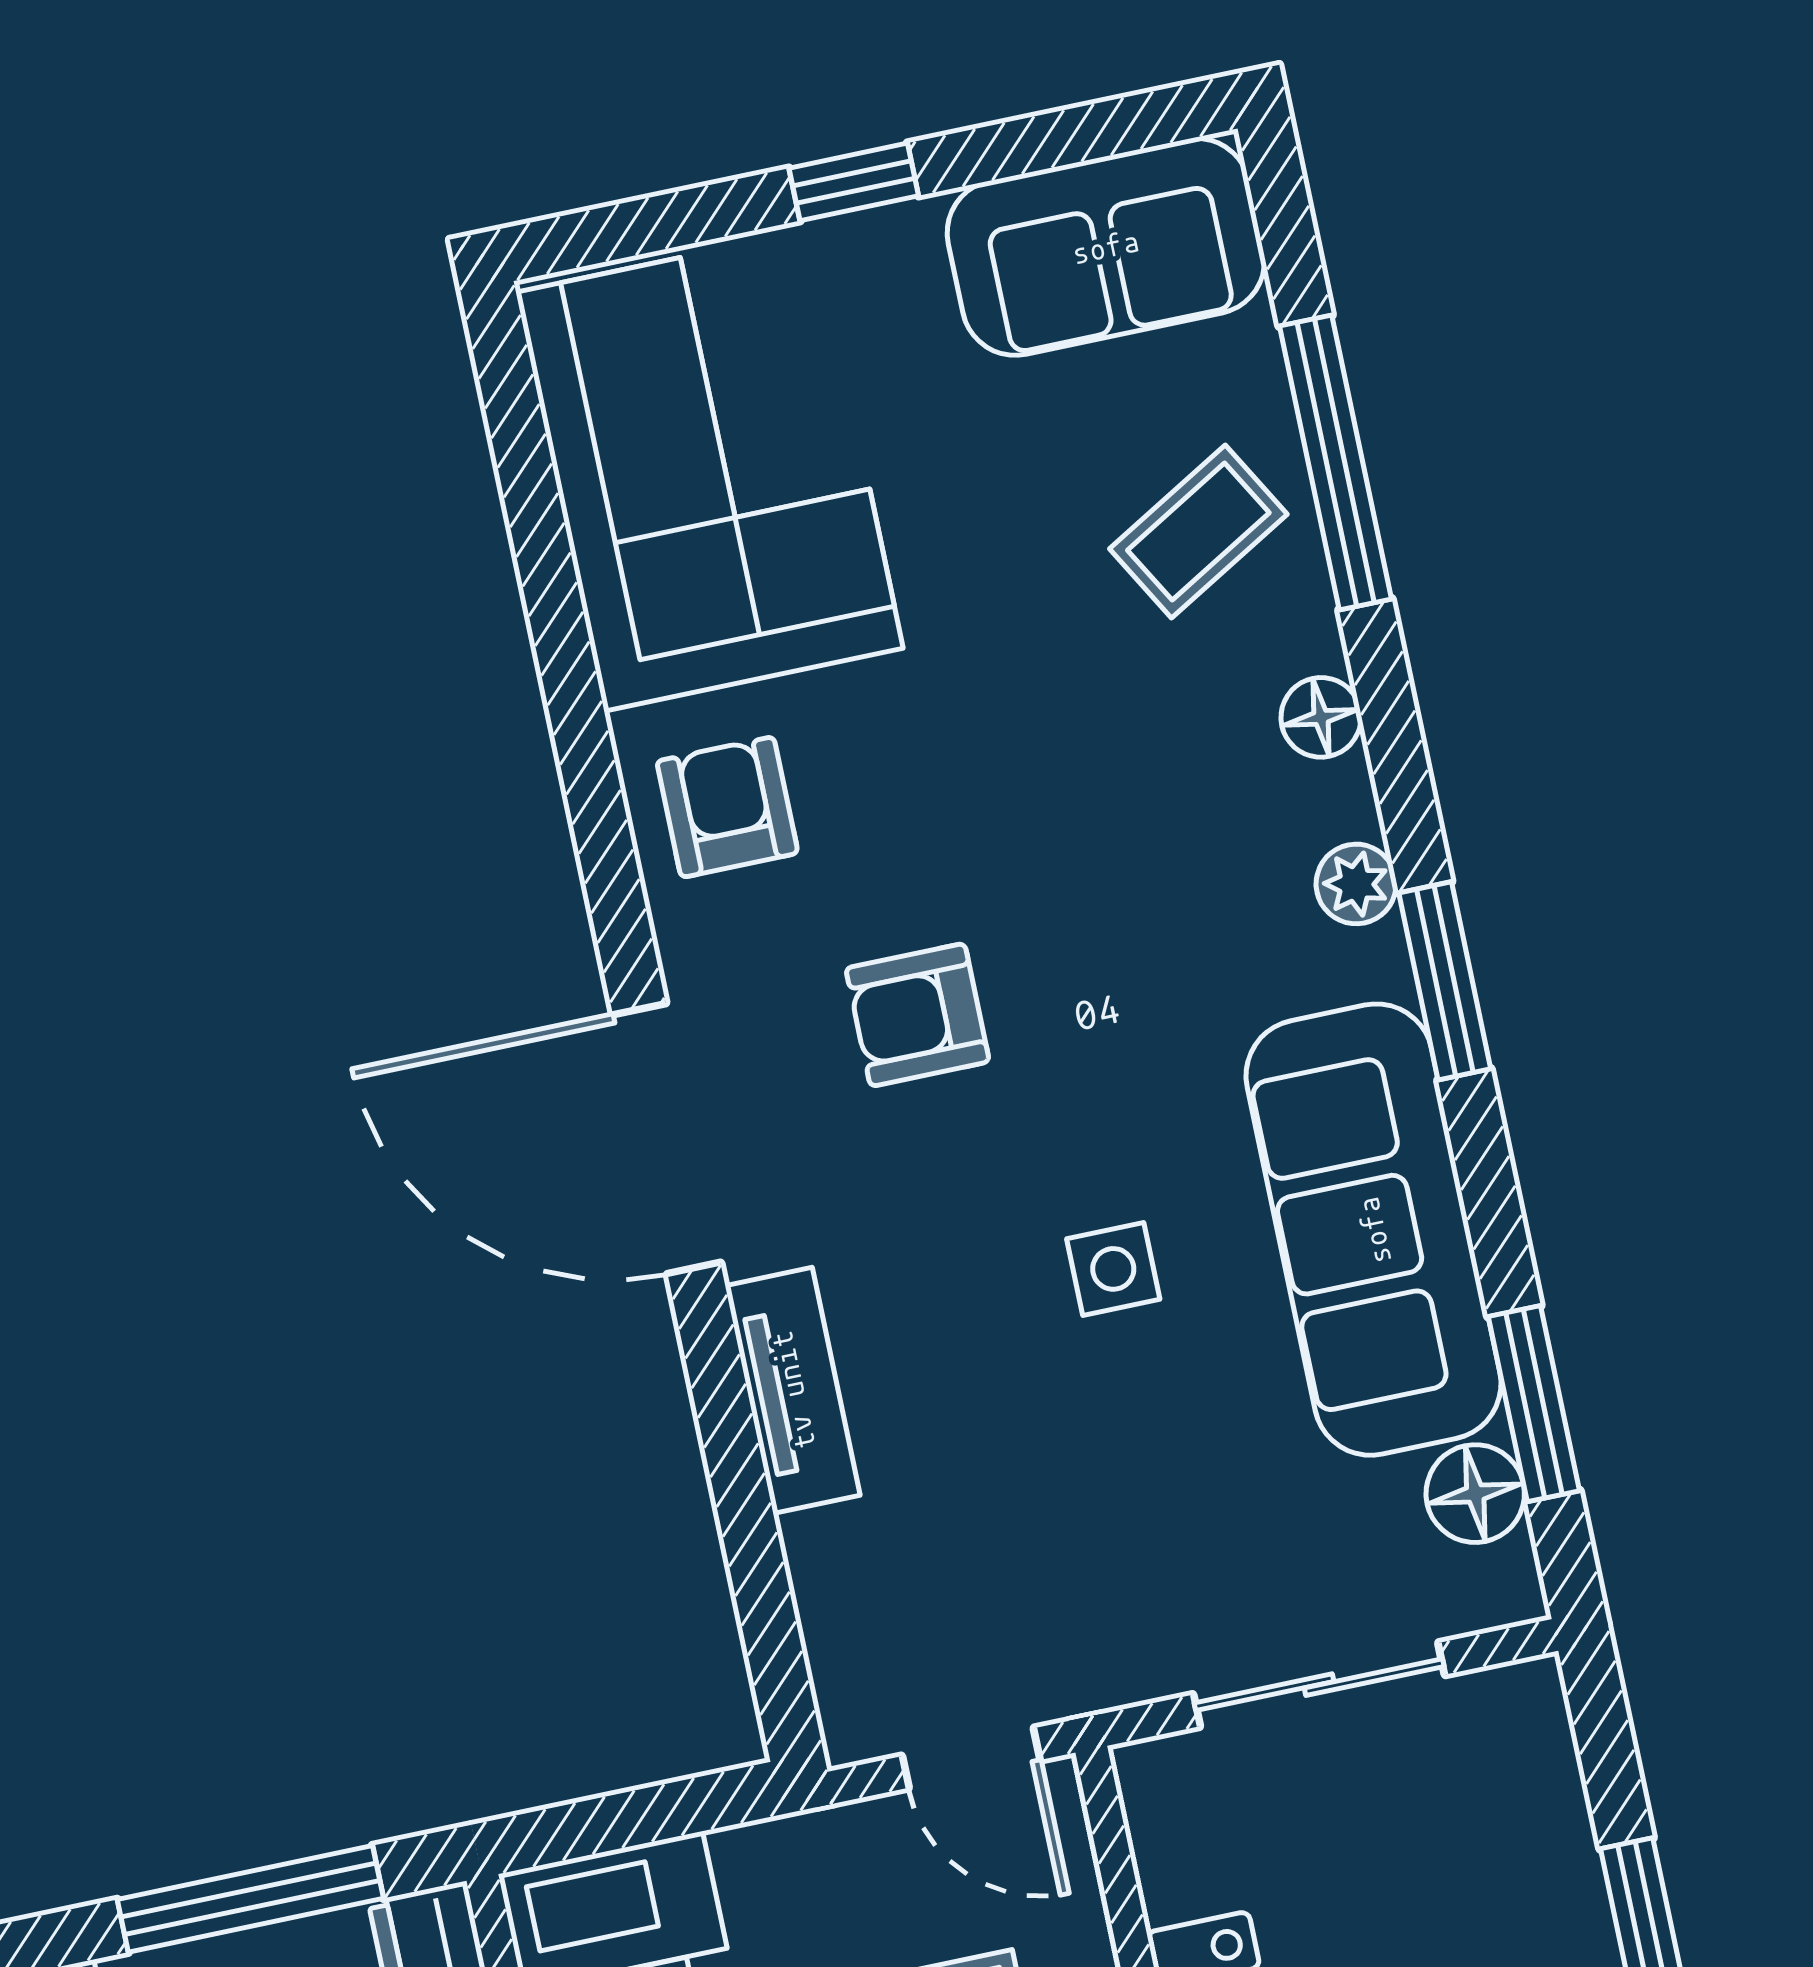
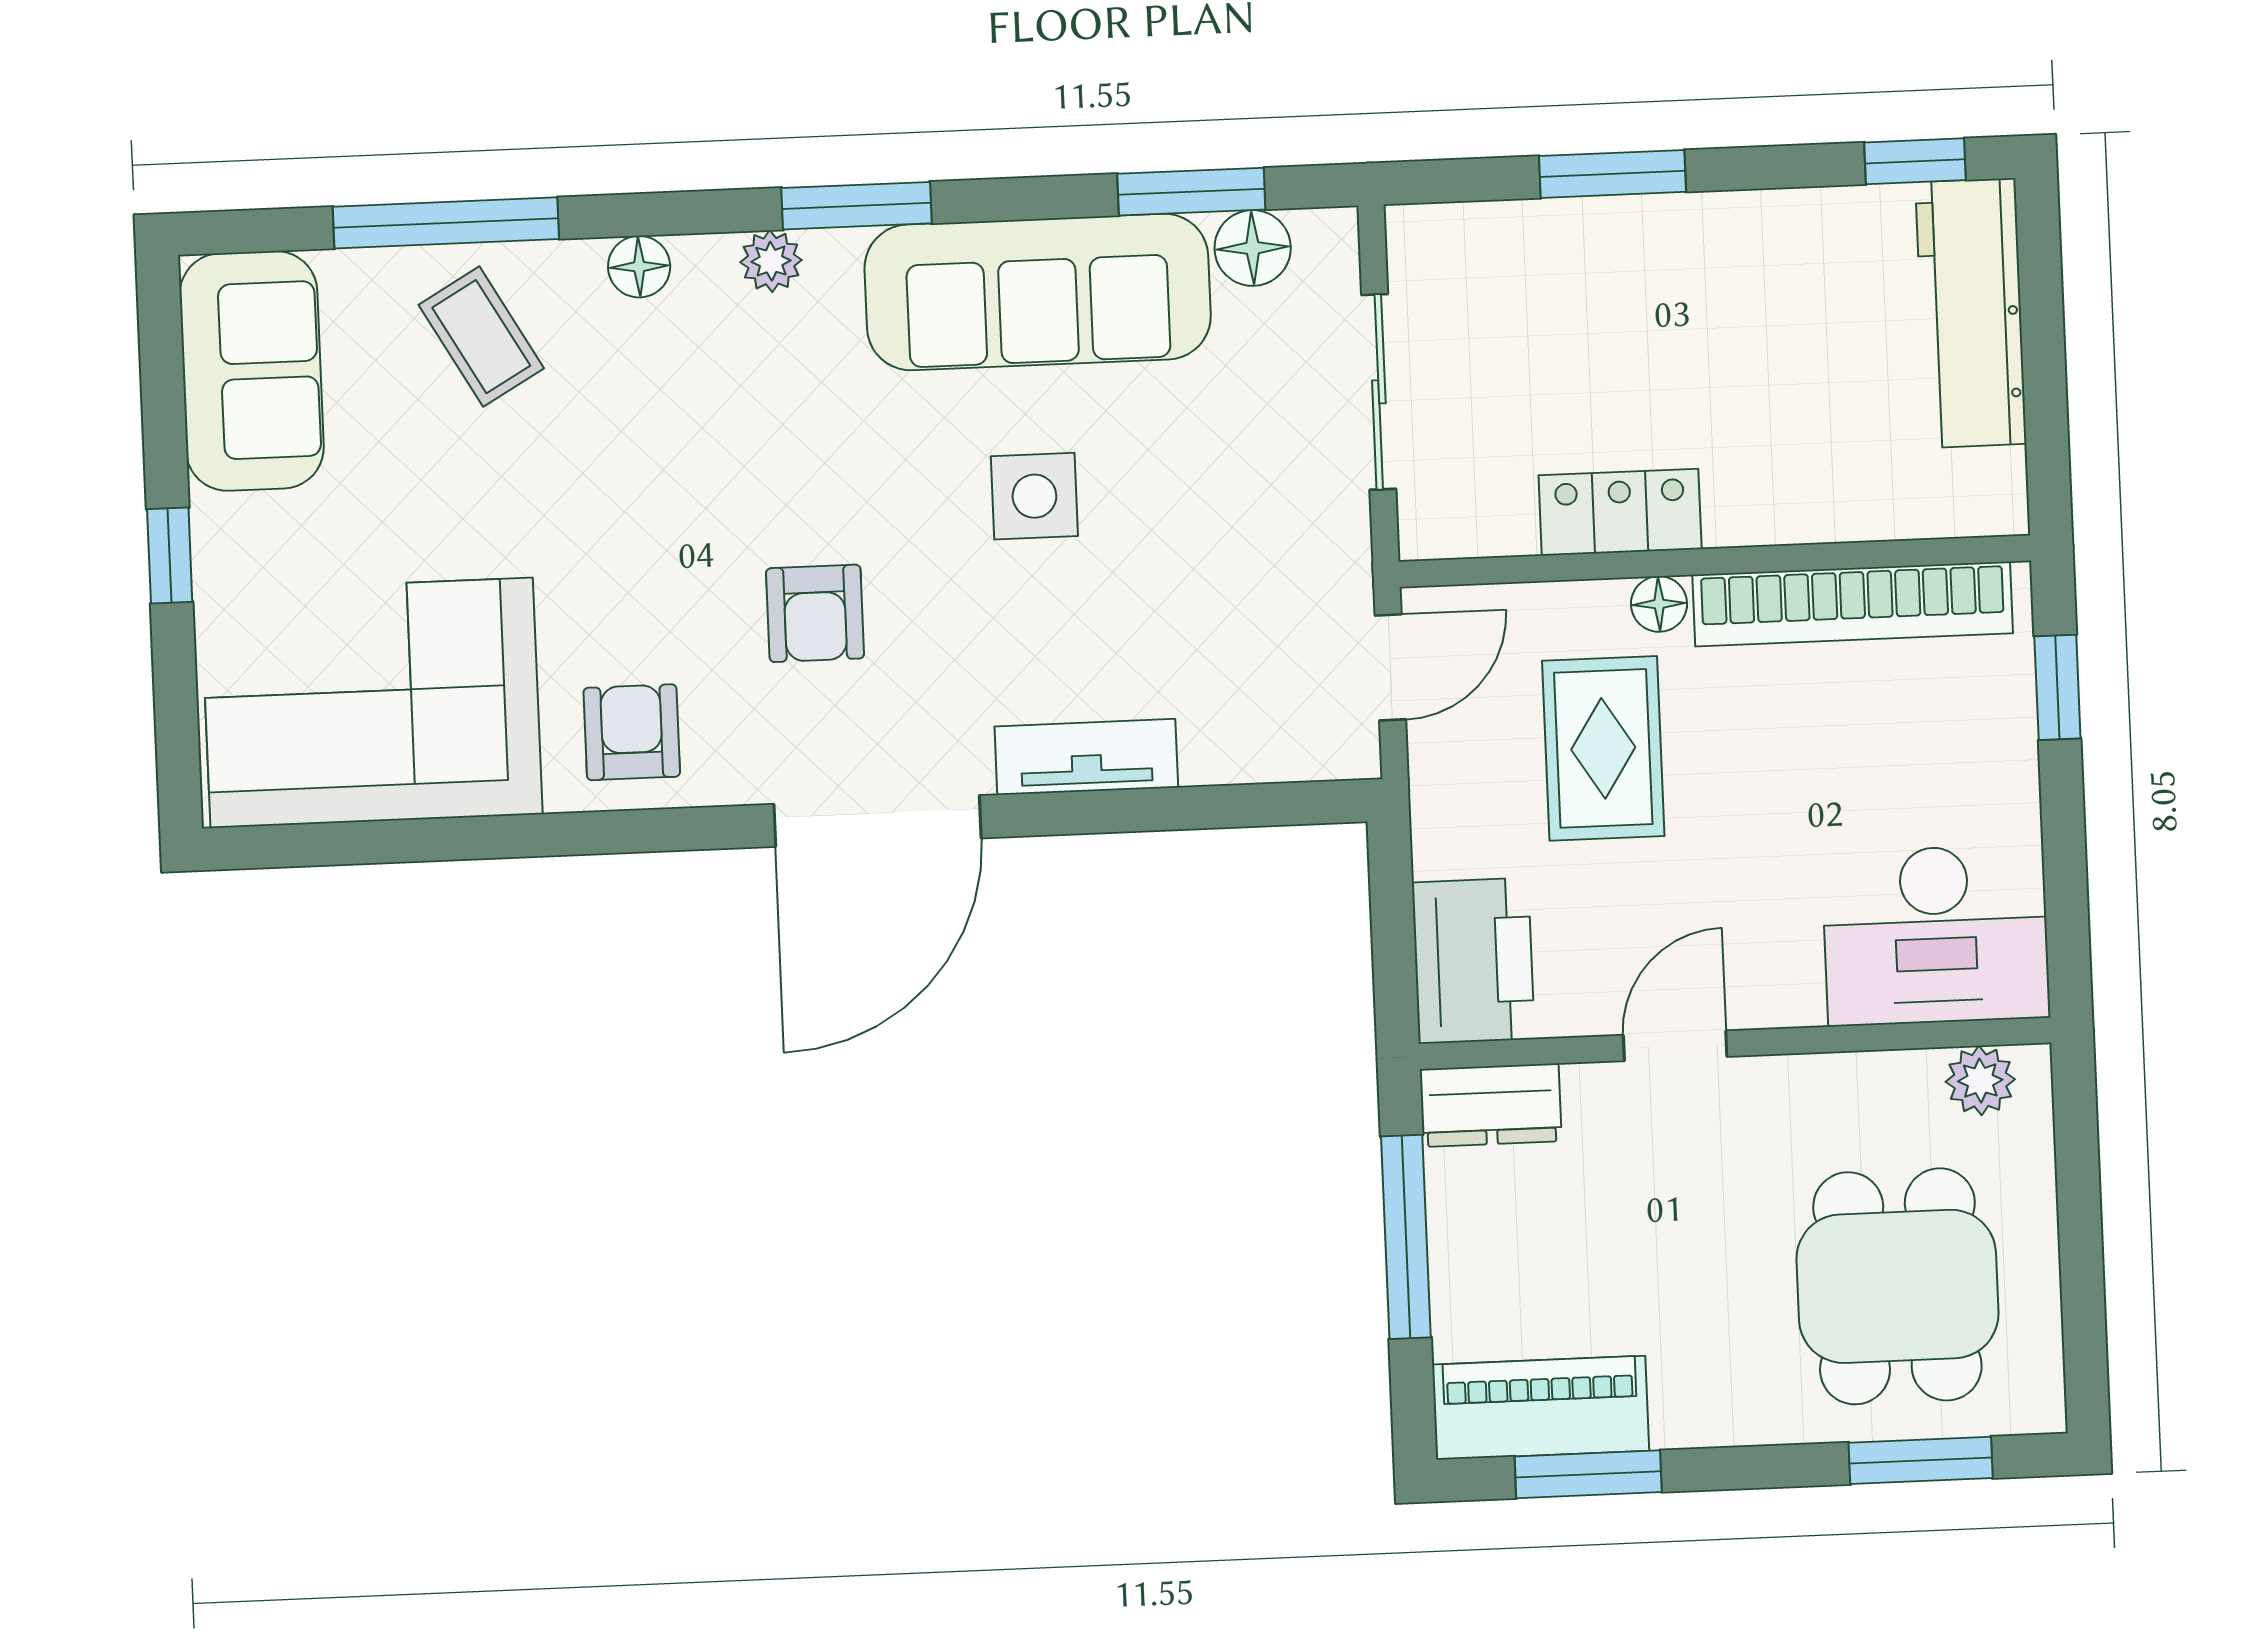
armchair: (727, 807) -> (632, 732), turned 90
side table: (1113, 1269) -> (1034, 496), width x1.37, depth x1.37

